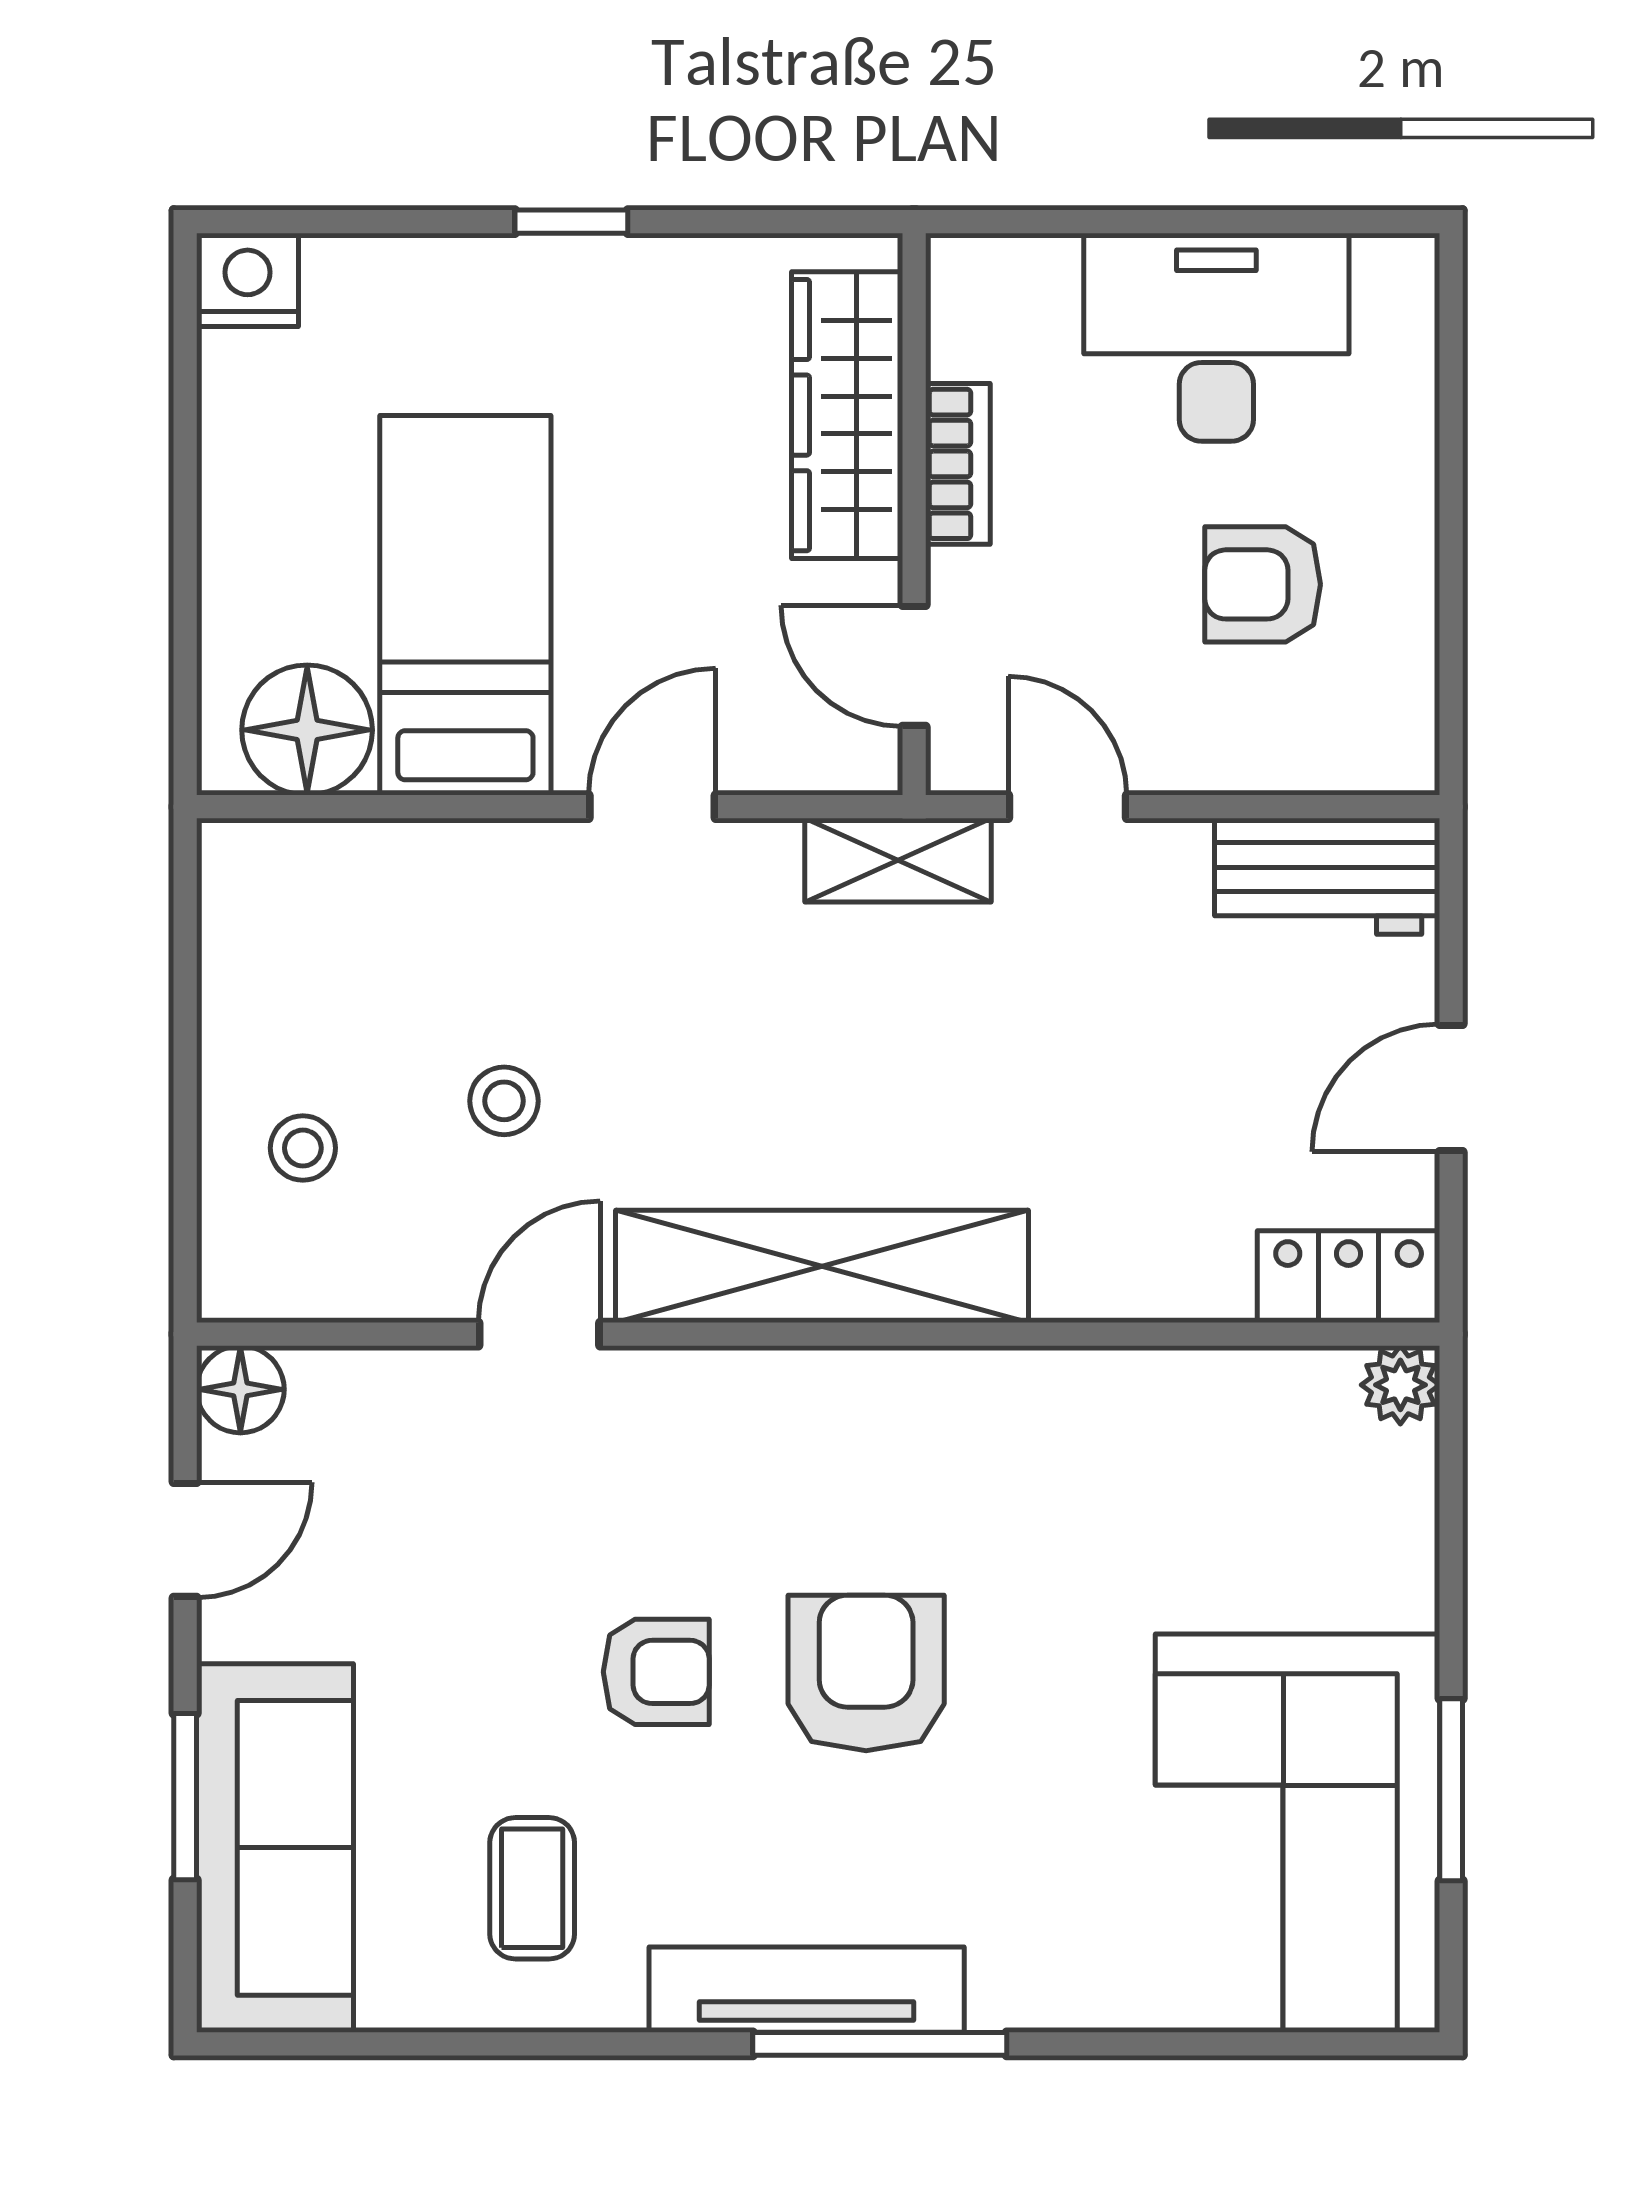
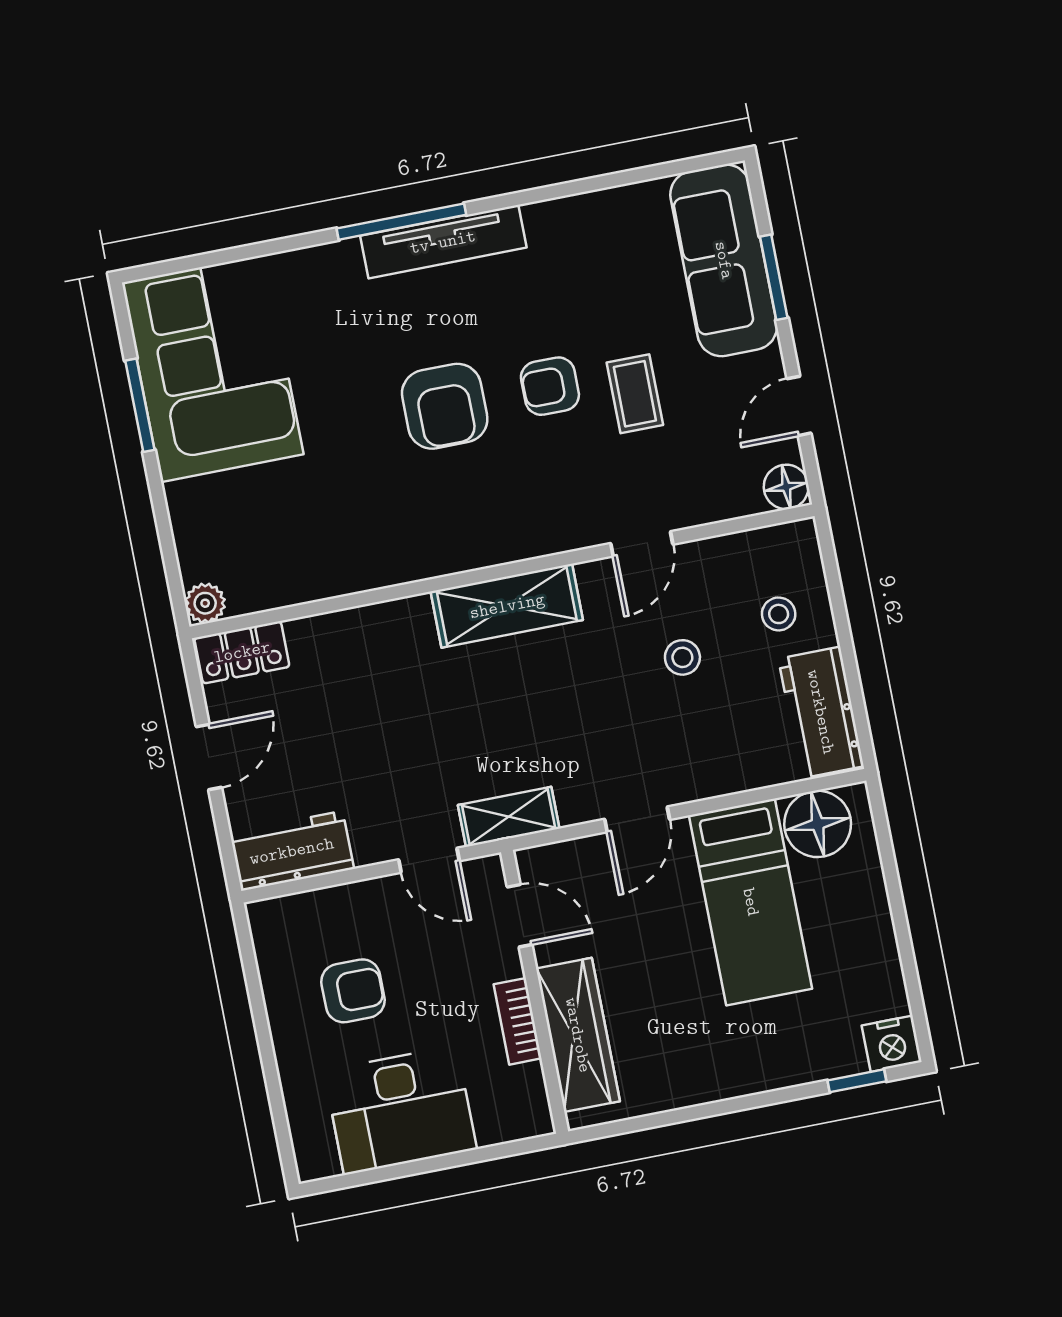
window: (571, 222) -> (857, 1081), moved
workbench: (259, 943) -> (821, 712), added
shelving: (822, 1266) -> (507, 606), width x0.68
coffee table: (532, 1888) -> (635, 394), moved

